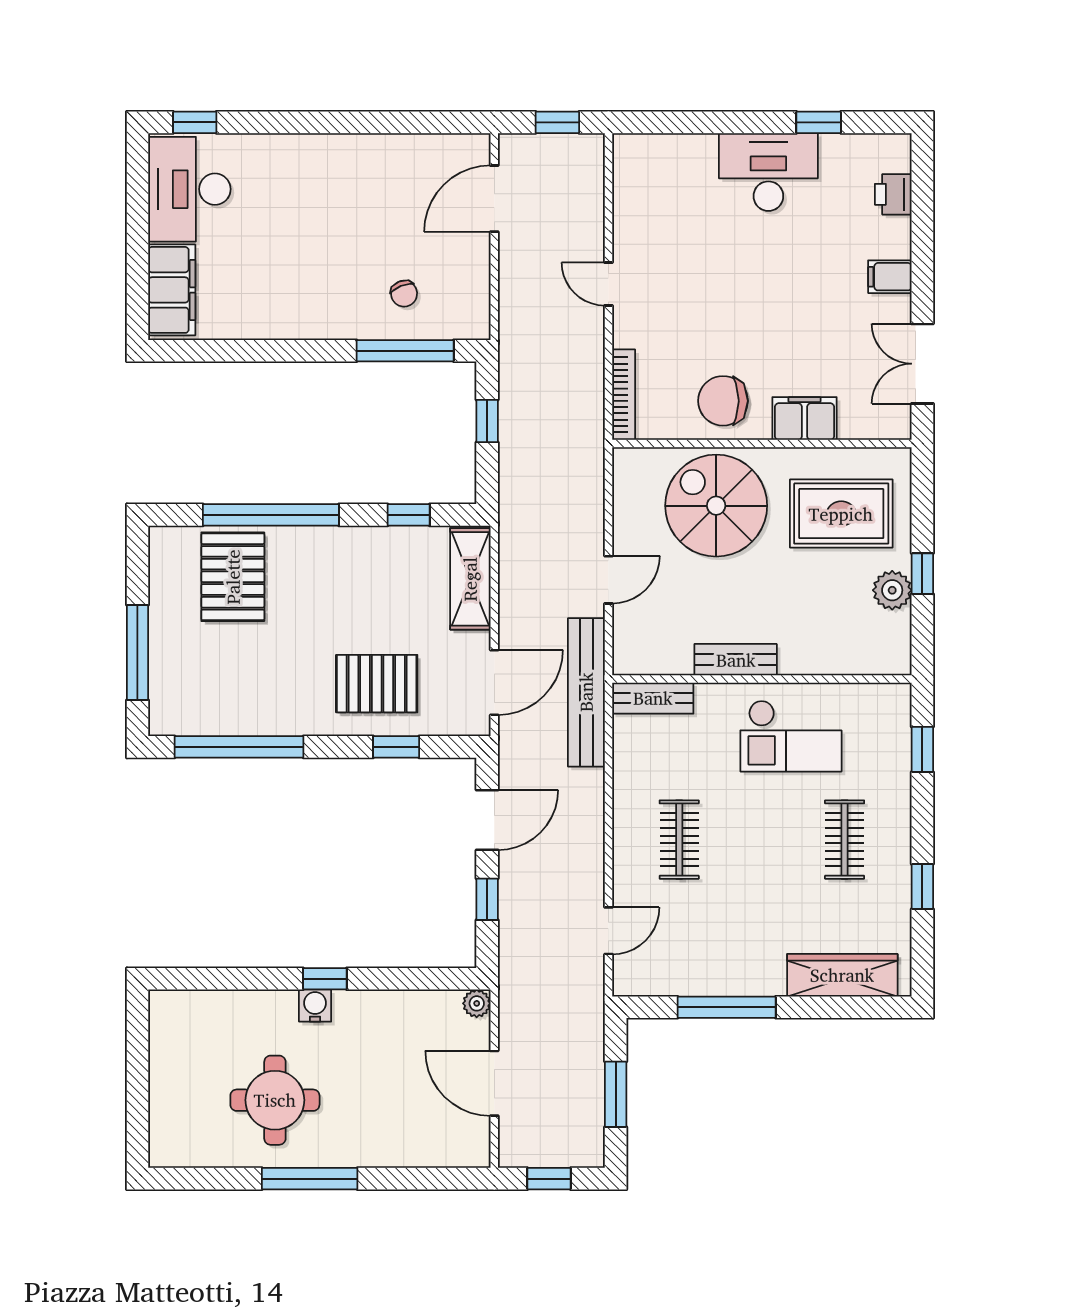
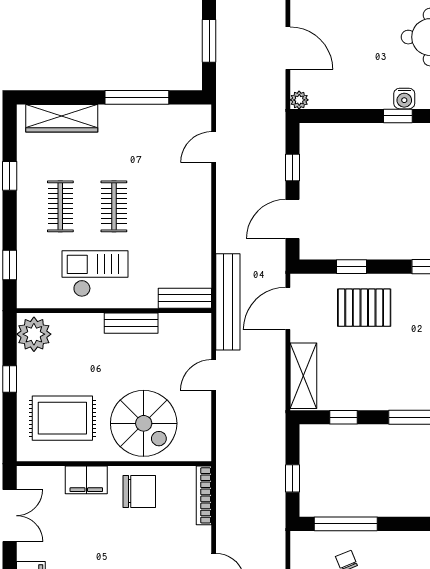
plant: (892, 590) -> (34, 334), moved, width x1.36, depth x1.36
clothes rail: (679, 840) -> (114, 206), moved

